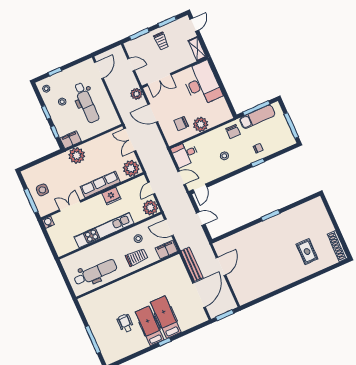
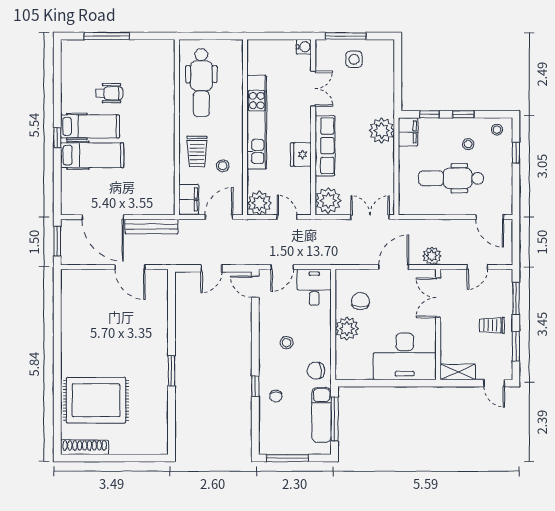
rug: (307, 252) -> (96, 400), width x1.86, depth x2.06

